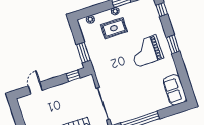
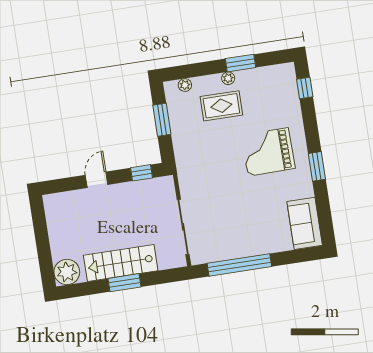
window: (173, 44) -> (317, 166), moved
window: (83, 53) -> (162, 120), moved
door: (35, 88) -> (97, 180), moved

